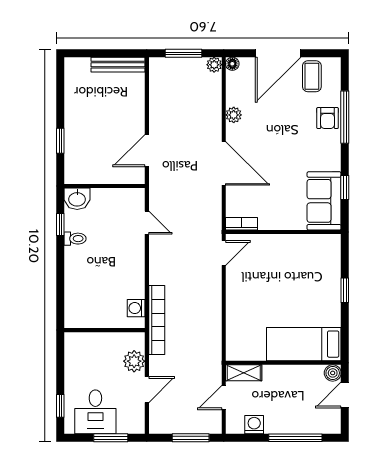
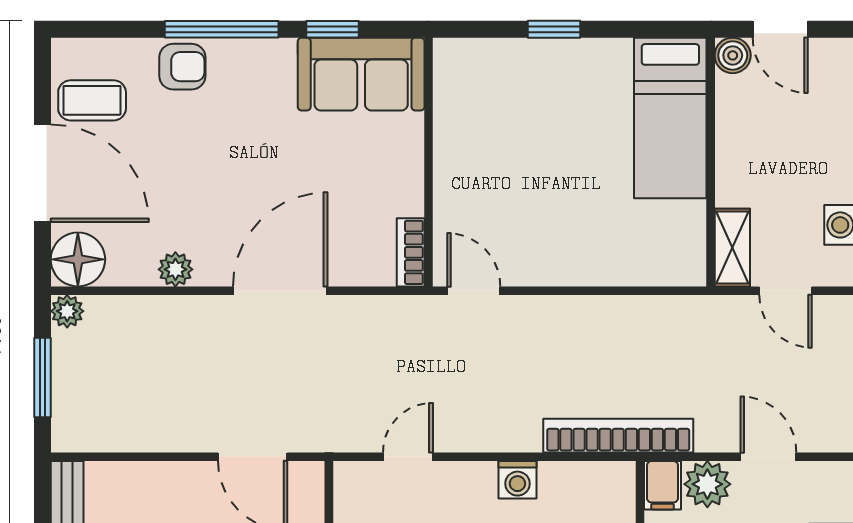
floor lamp: (232, 64) -> (78, 259), width x1.89, depth x1.89
window: (345, 117) -> (222, 29), moved
washing machine: (136, 308) -> (517, 480), moved
filing cabinet: (134, 340) -> (663, 485), added

